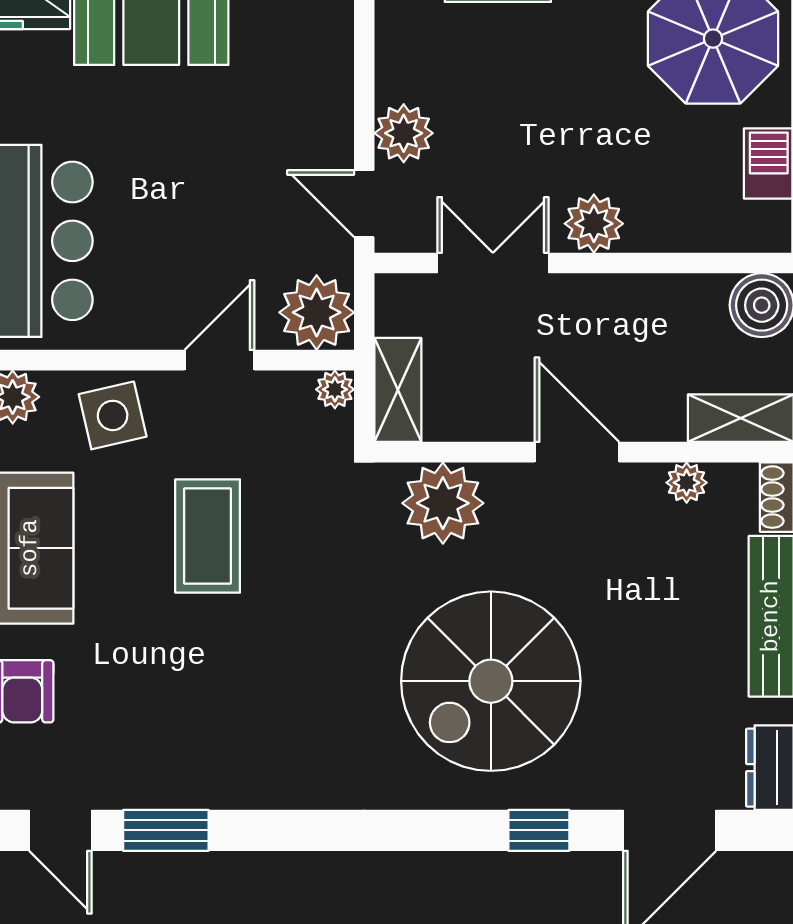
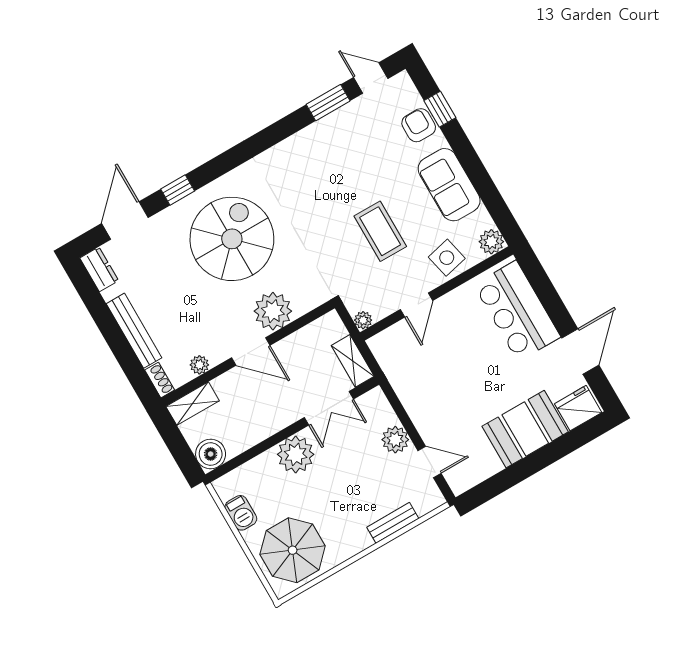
door: (364, 204) -> (429, 462), moved
plant: (594, 224) -> (296, 454), width x1.36, depth x1.36
plant: (317, 312) -> (388, 347), removed
shelving: (398, 390) -> (353, 361), moved
plant: (443, 503) -> (273, 311), moved

